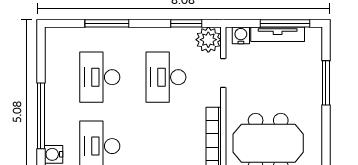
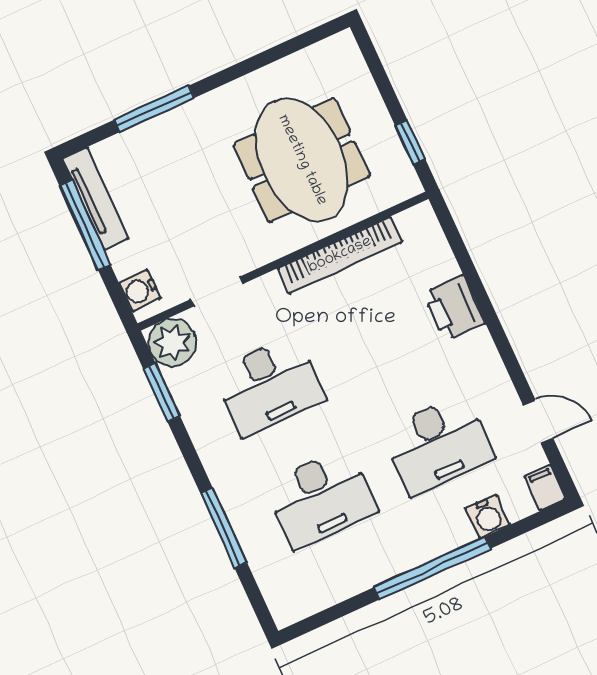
tv unit: (278, 34) -> (95, 199), moved

